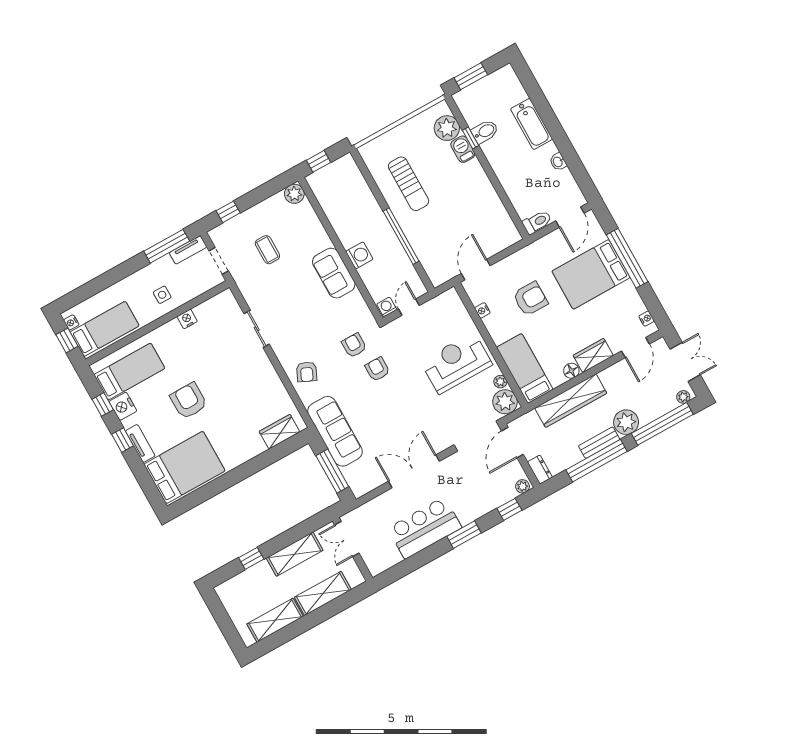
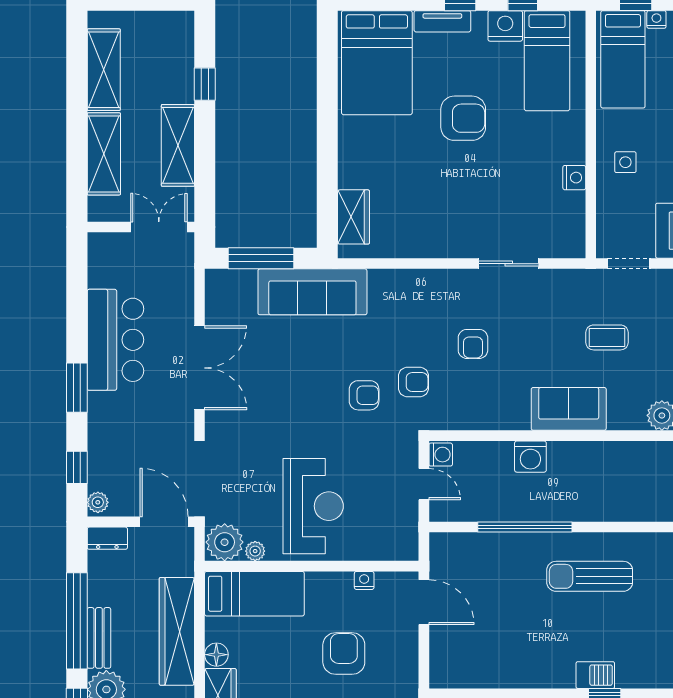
plant: (447, 128) -> (636, 670), removed
sofa: (334, 273) -> (569, 409), moved
armchair: (530, 299) -> (344, 654), turned 180
armchair: (307, 372) -> (473, 344), moved, turned -115

